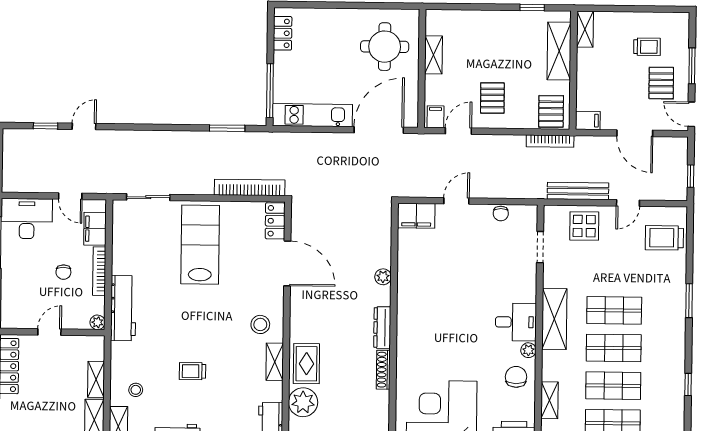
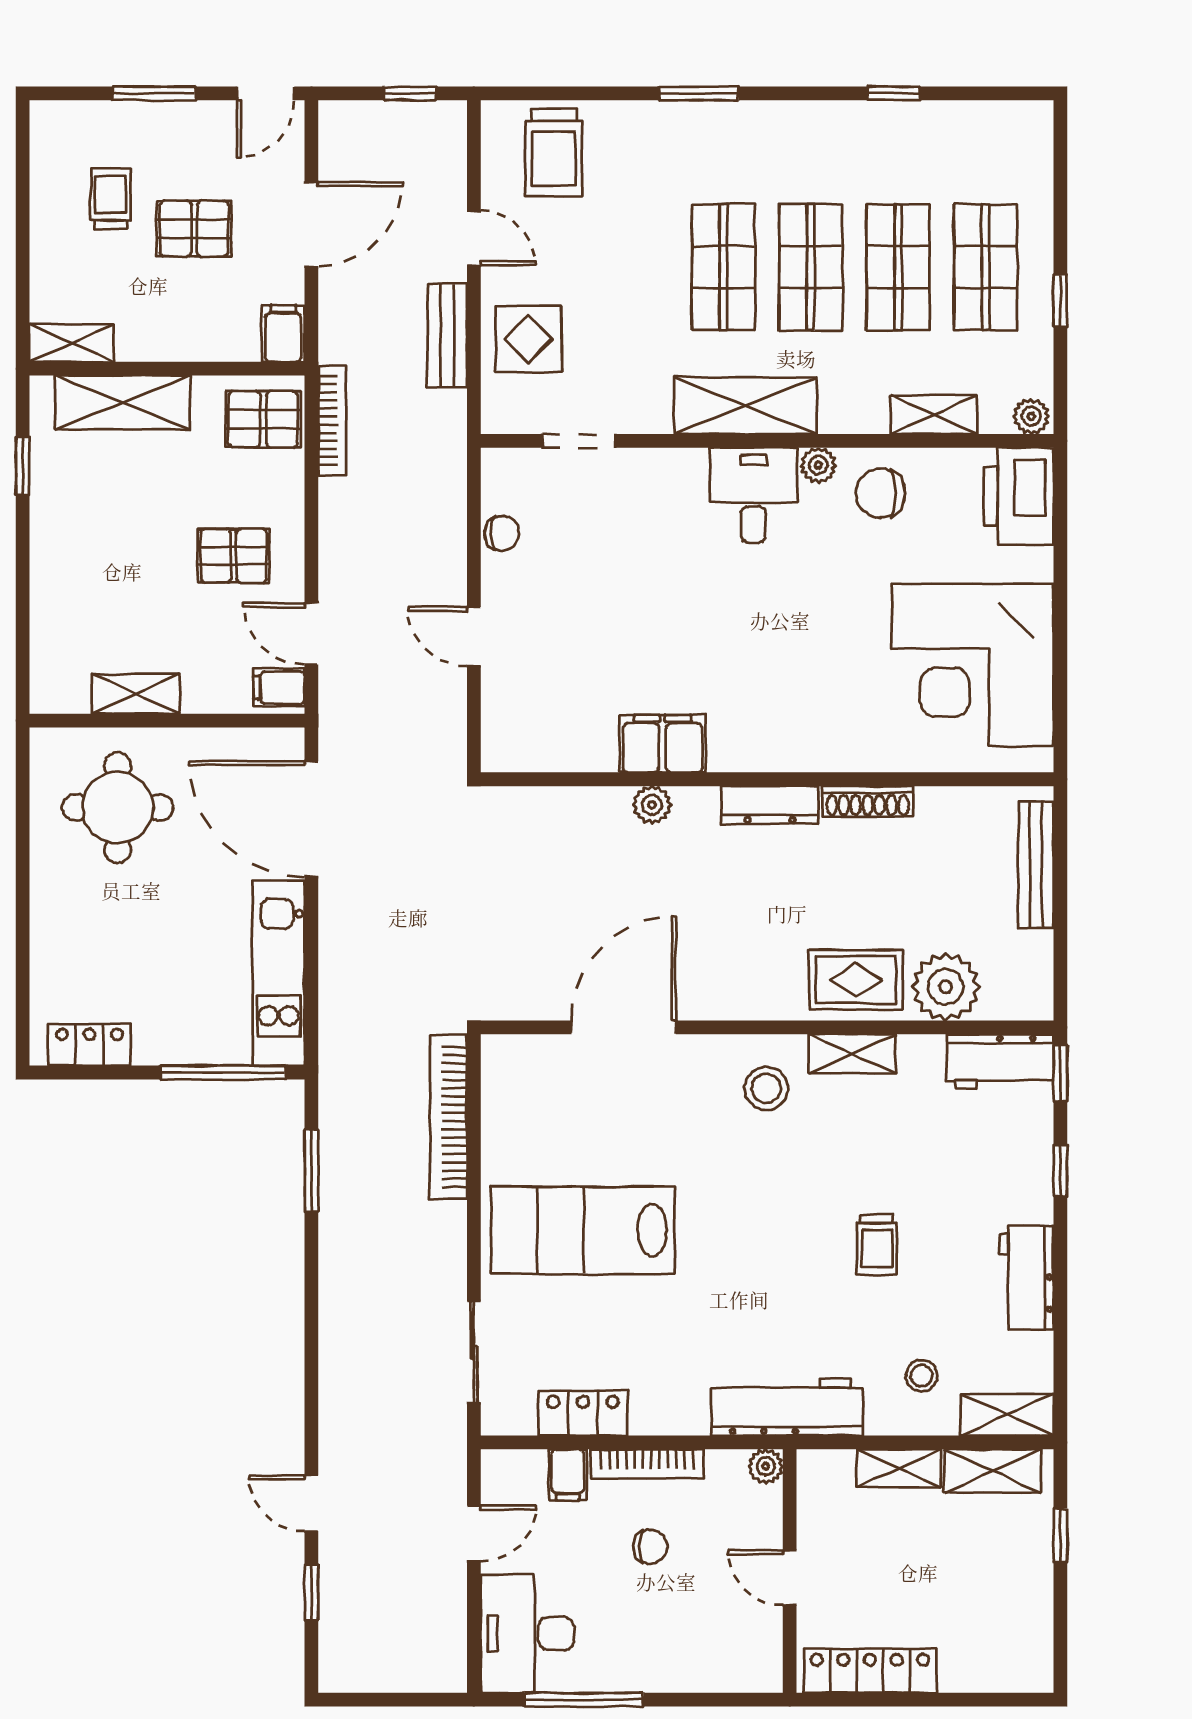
pallet: (661, 83) -> (194, 229), moved
bench: (578, 191) -> (447, 336), width x0.73
filing cabinet: (416, 216) -> (662, 744), moved, turned -90
locker: (275, 221) -> (583, 1413), moved, turned 180
filing cabinet: (95, 229) -> (568, 1475), width x0.50
workbench: (123, 308) -> (787, 1407), moved

